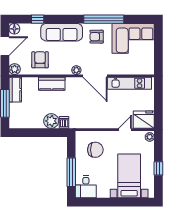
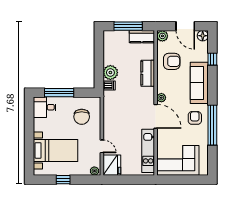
corner sofa: (133, 38) -> (178, 160), moved, turned 90
door: (95, 76) -> (156, 116), swing flipped

